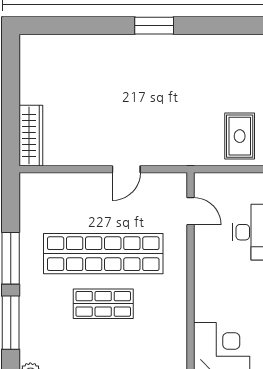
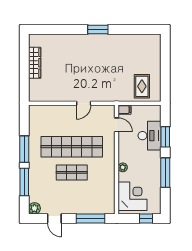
wardrobe: (31, 136) -> (35, 63), moved
filing cabinet: (206, 182) -> (124, 110), added
plant: (202, 294) -> (123, 167), added

